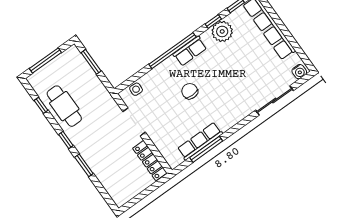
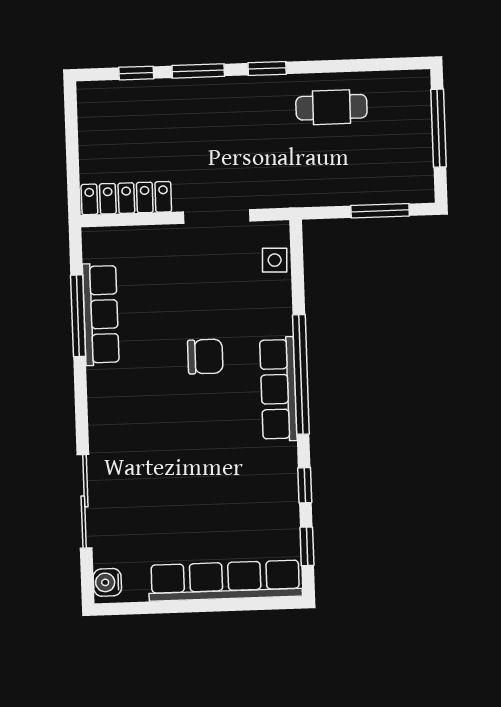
plant: (222, 31) -> (276, 489), removed
row of seats: (190, 51) -> (278, 389), width x1.48
window: (41, 105) -> (136, 73), moved
cafe table: (64, 106) -> (331, 107), width x0.73, depth x0.74

